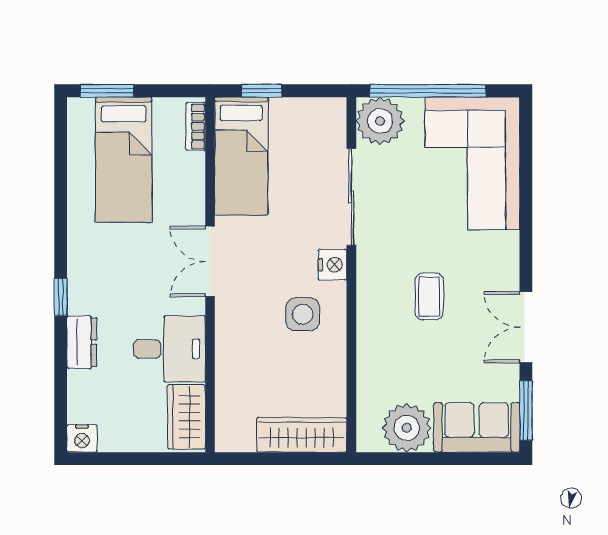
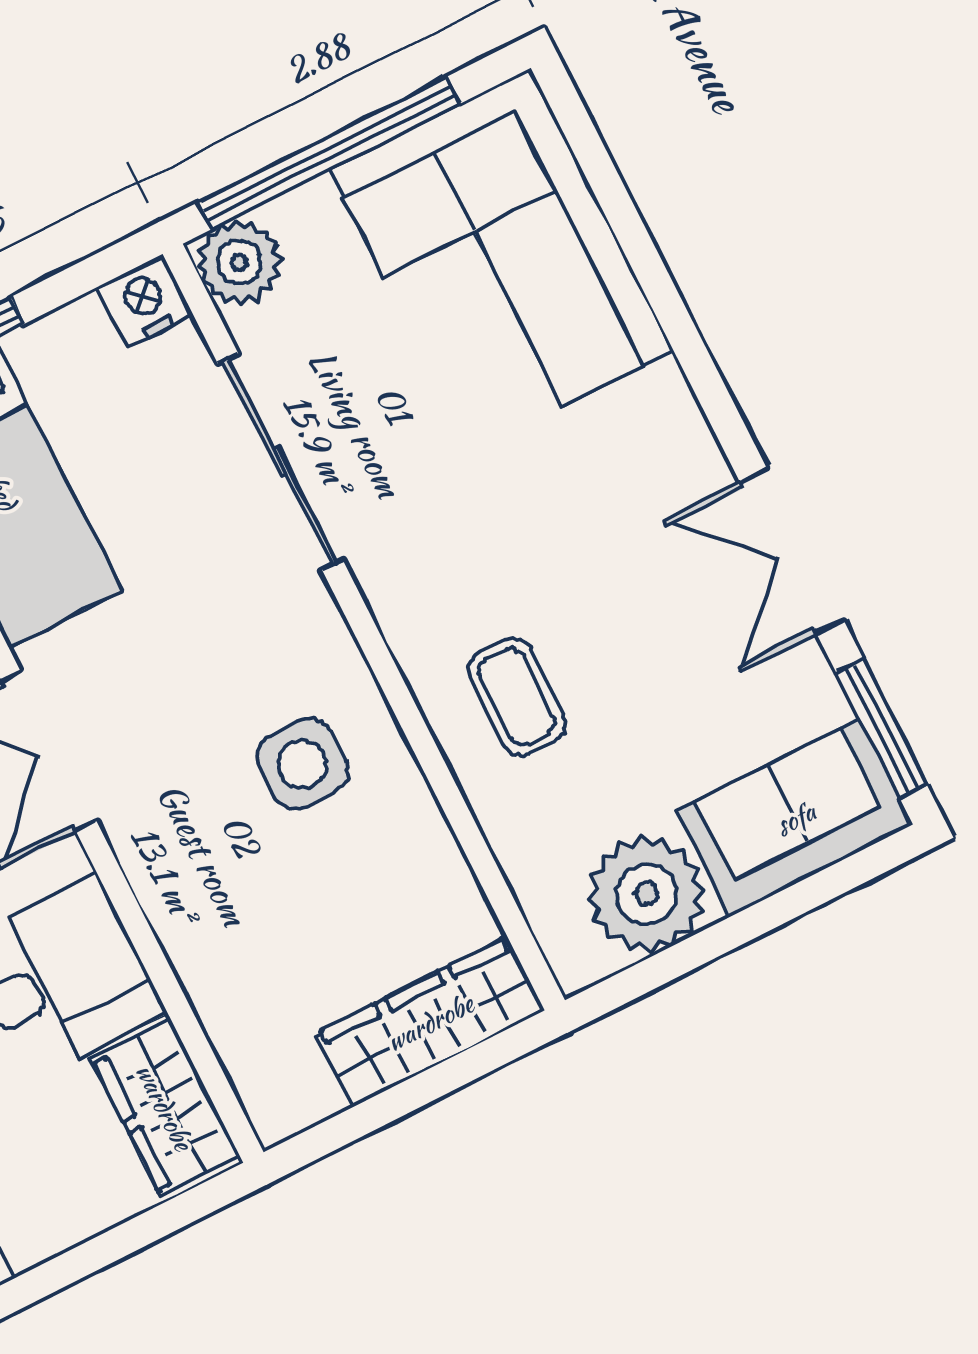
plant: (380, 121) -> (239, 262), width x0.73, depth x0.73
nightstand: (332, 265) -> (145, 301), moved, turned -90
coffee table: (429, 296) -> (517, 697), moved

